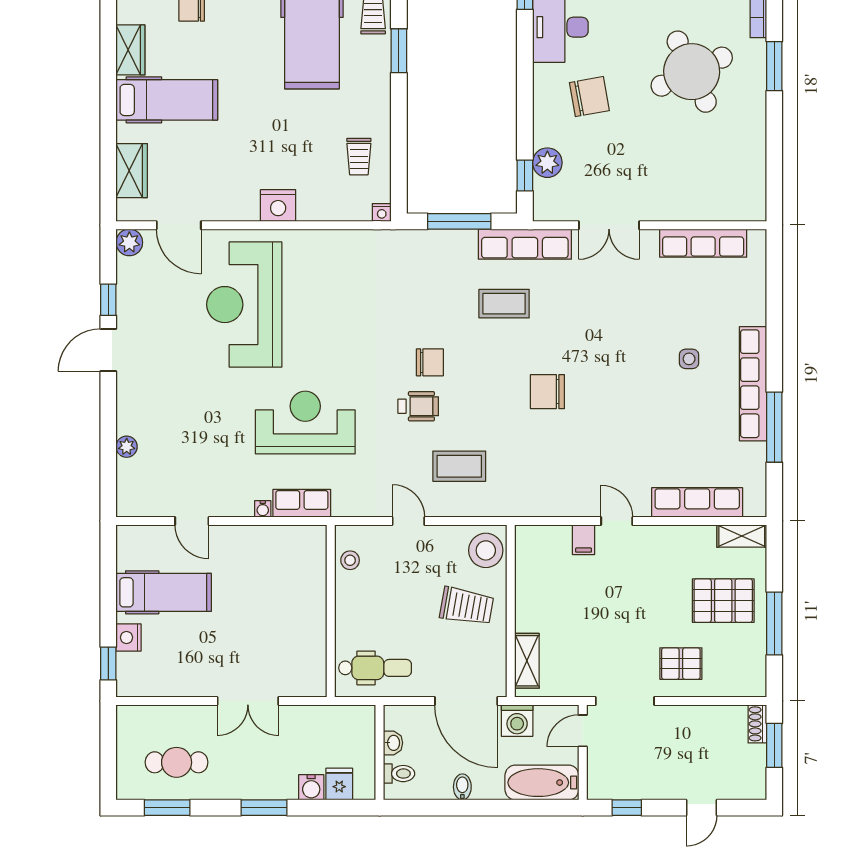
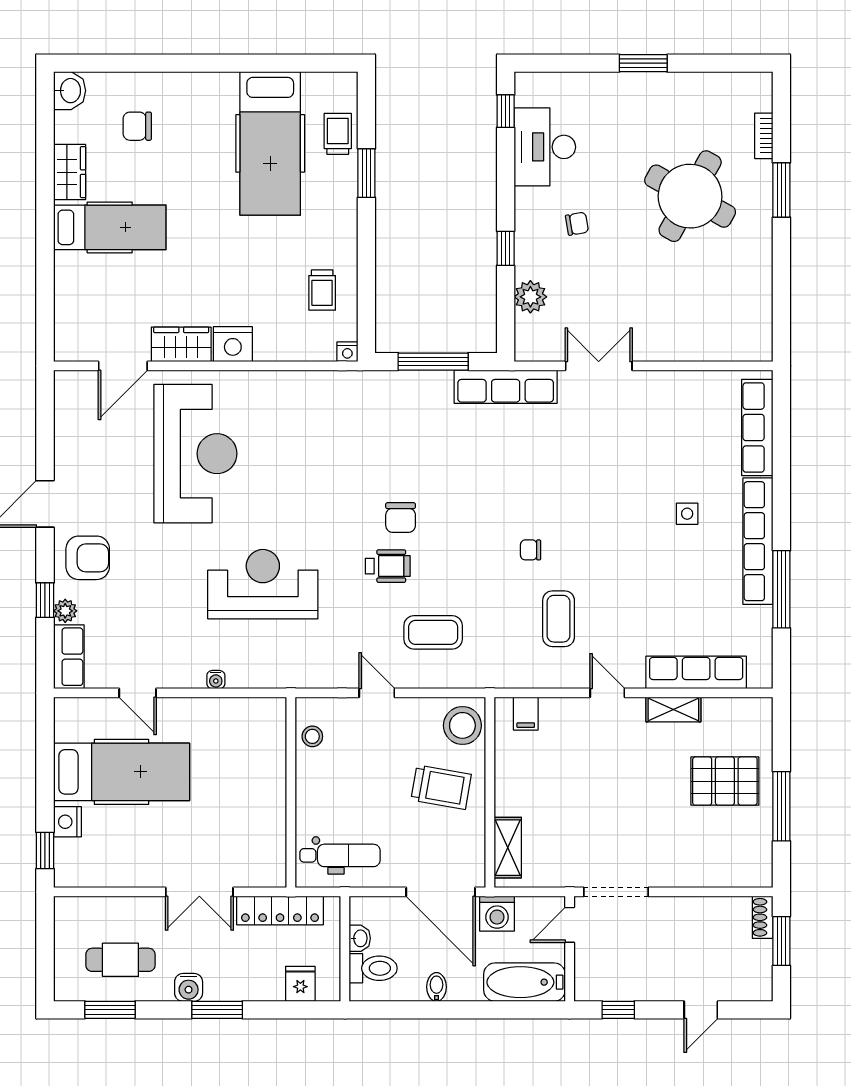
round table: (692, 72) -> (690, 196), turned -36
chair: (589, 97) -> (577, 224), width x0.54, depth x0.54
wardrobe: (132, 171) -> (181, 344), moved, turned -90
window: (525, 175) -> (506, 248), moved
door: (179, 225) -> (123, 366), hinge flipped
double door: (609, 225) -> (599, 366), swing flipped
plant: (129, 242) -> (68, 385), removed
row of seats: (703, 243) -> (757, 428), moved, turned 90
window: (108, 300) -> (45, 600), moved
coffee table: (504, 304) -> (559, 619), moved, turned 90
reception desk: (244, 305) -> (195, 454), turned 180
chair: (430, 362) -> (401, 518), turned 90
chair: (547, 392) -> (531, 550), width x0.54, depth x0.54
armchair: (147, 399) -> (88, 558), added
row of seats: (302, 503) -> (69, 657), moved, turned 90
shelving: (742, 536) -> (673, 710), moved
filing cabinet: (584, 540) -> (526, 714), moved
hospital bed: (164, 592) -> (122, 772), width x1.37, depth x1.29
pallet: (681, 664) -> (678, 851), removed
locker: (321, 718) -> (280, 911), added
toilet: (399, 774) -> (373, 968), width x1.37, depth x1.39
water cooler: (311, 787) -> (189, 987), moved

